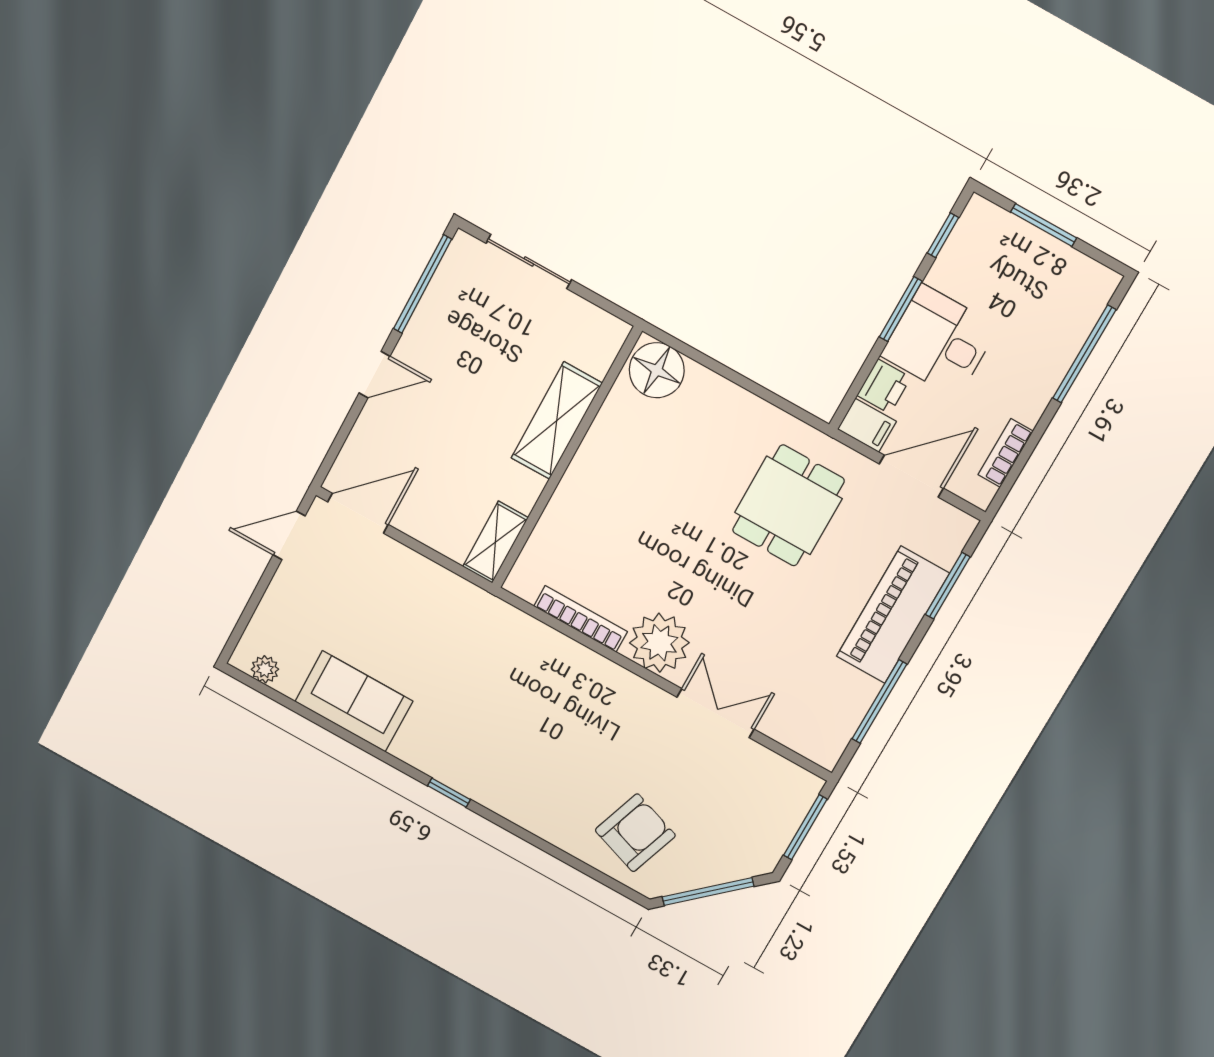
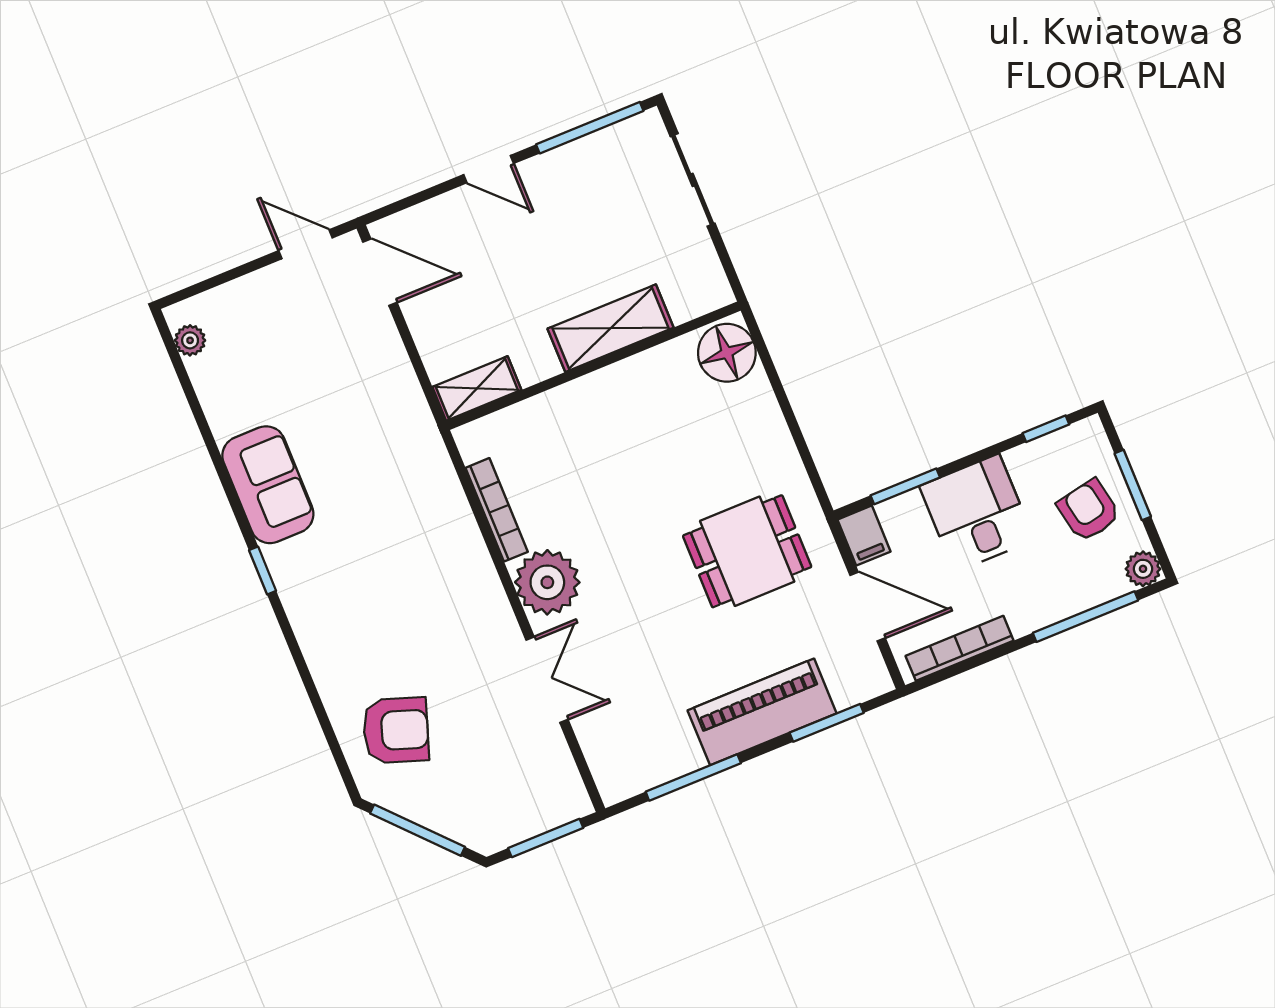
armchair: (1024, 271) -> (1089, 510), added
plant: (1101, 283) -> (1143, 569), added
window: (901, 309) -> (905, 486), moved
printer: (884, 386) -> (903, 514), removed
bookcase: (1006, 453) -> (960, 648), width x1.56
sofa: (354, 701) -> (268, 485), moved

